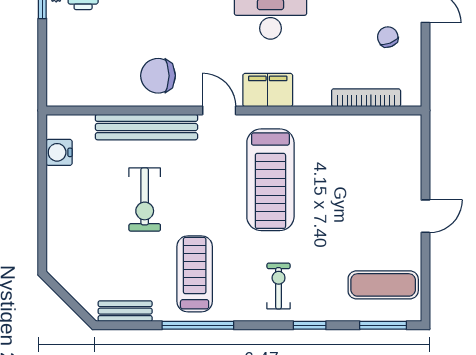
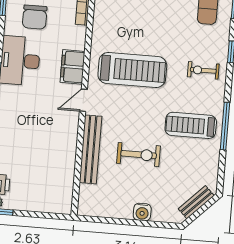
chair: (158, 76) -> (35, 17), moved
water cooler: (59, 152) -> (142, 212), moved
bench: (125, 311) -> (196, 202), moved, turned 45

